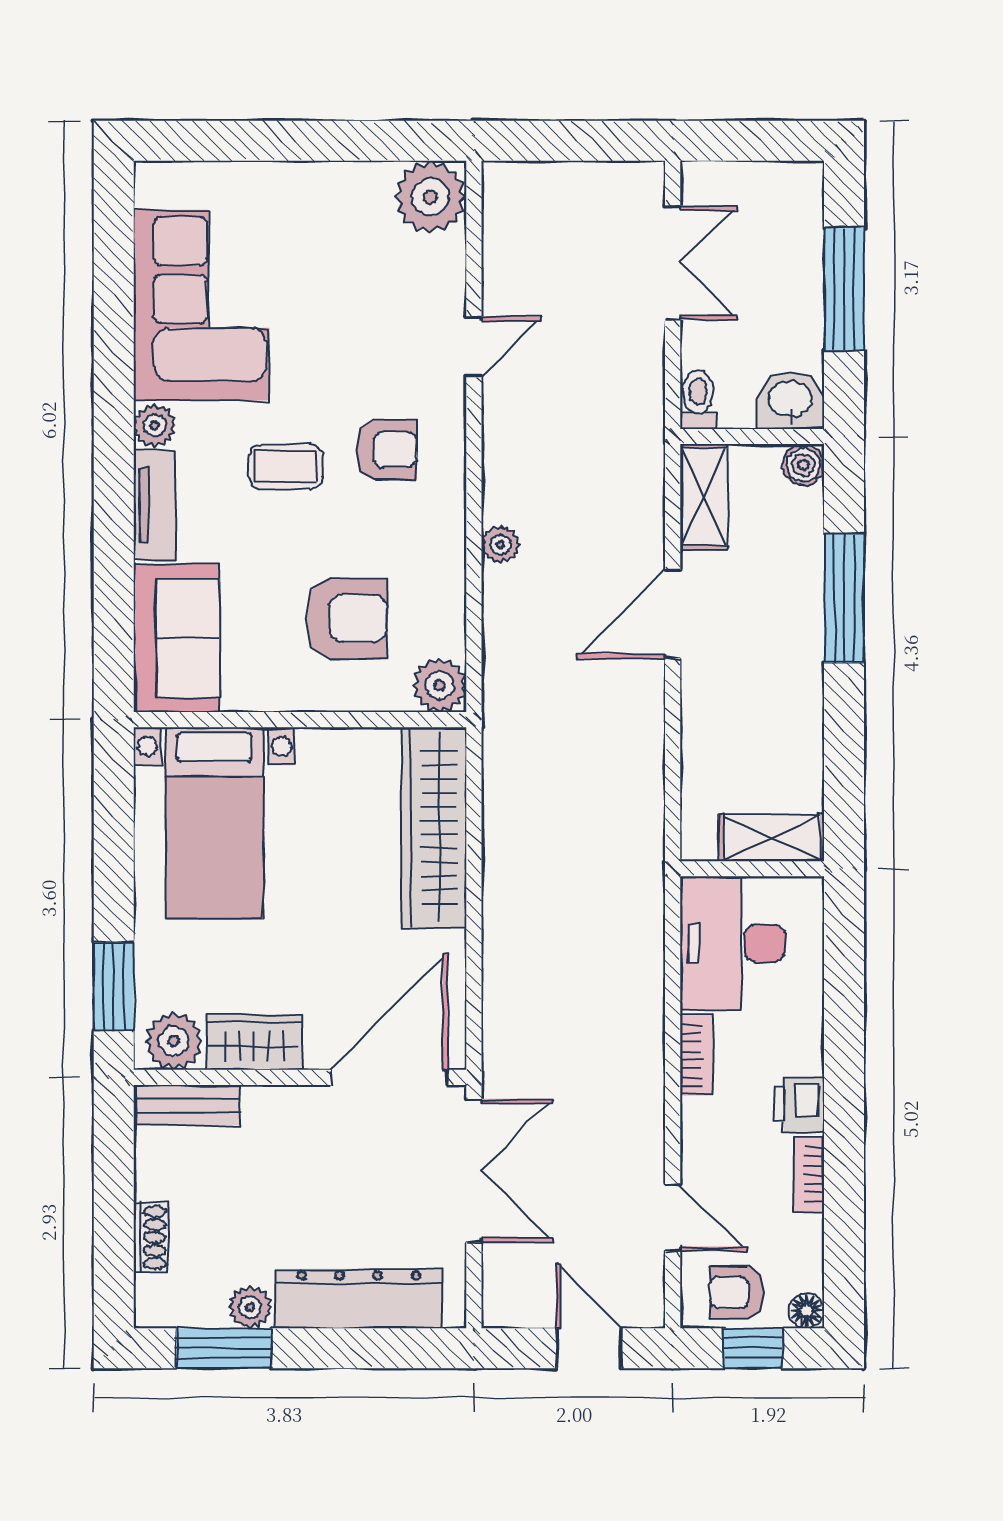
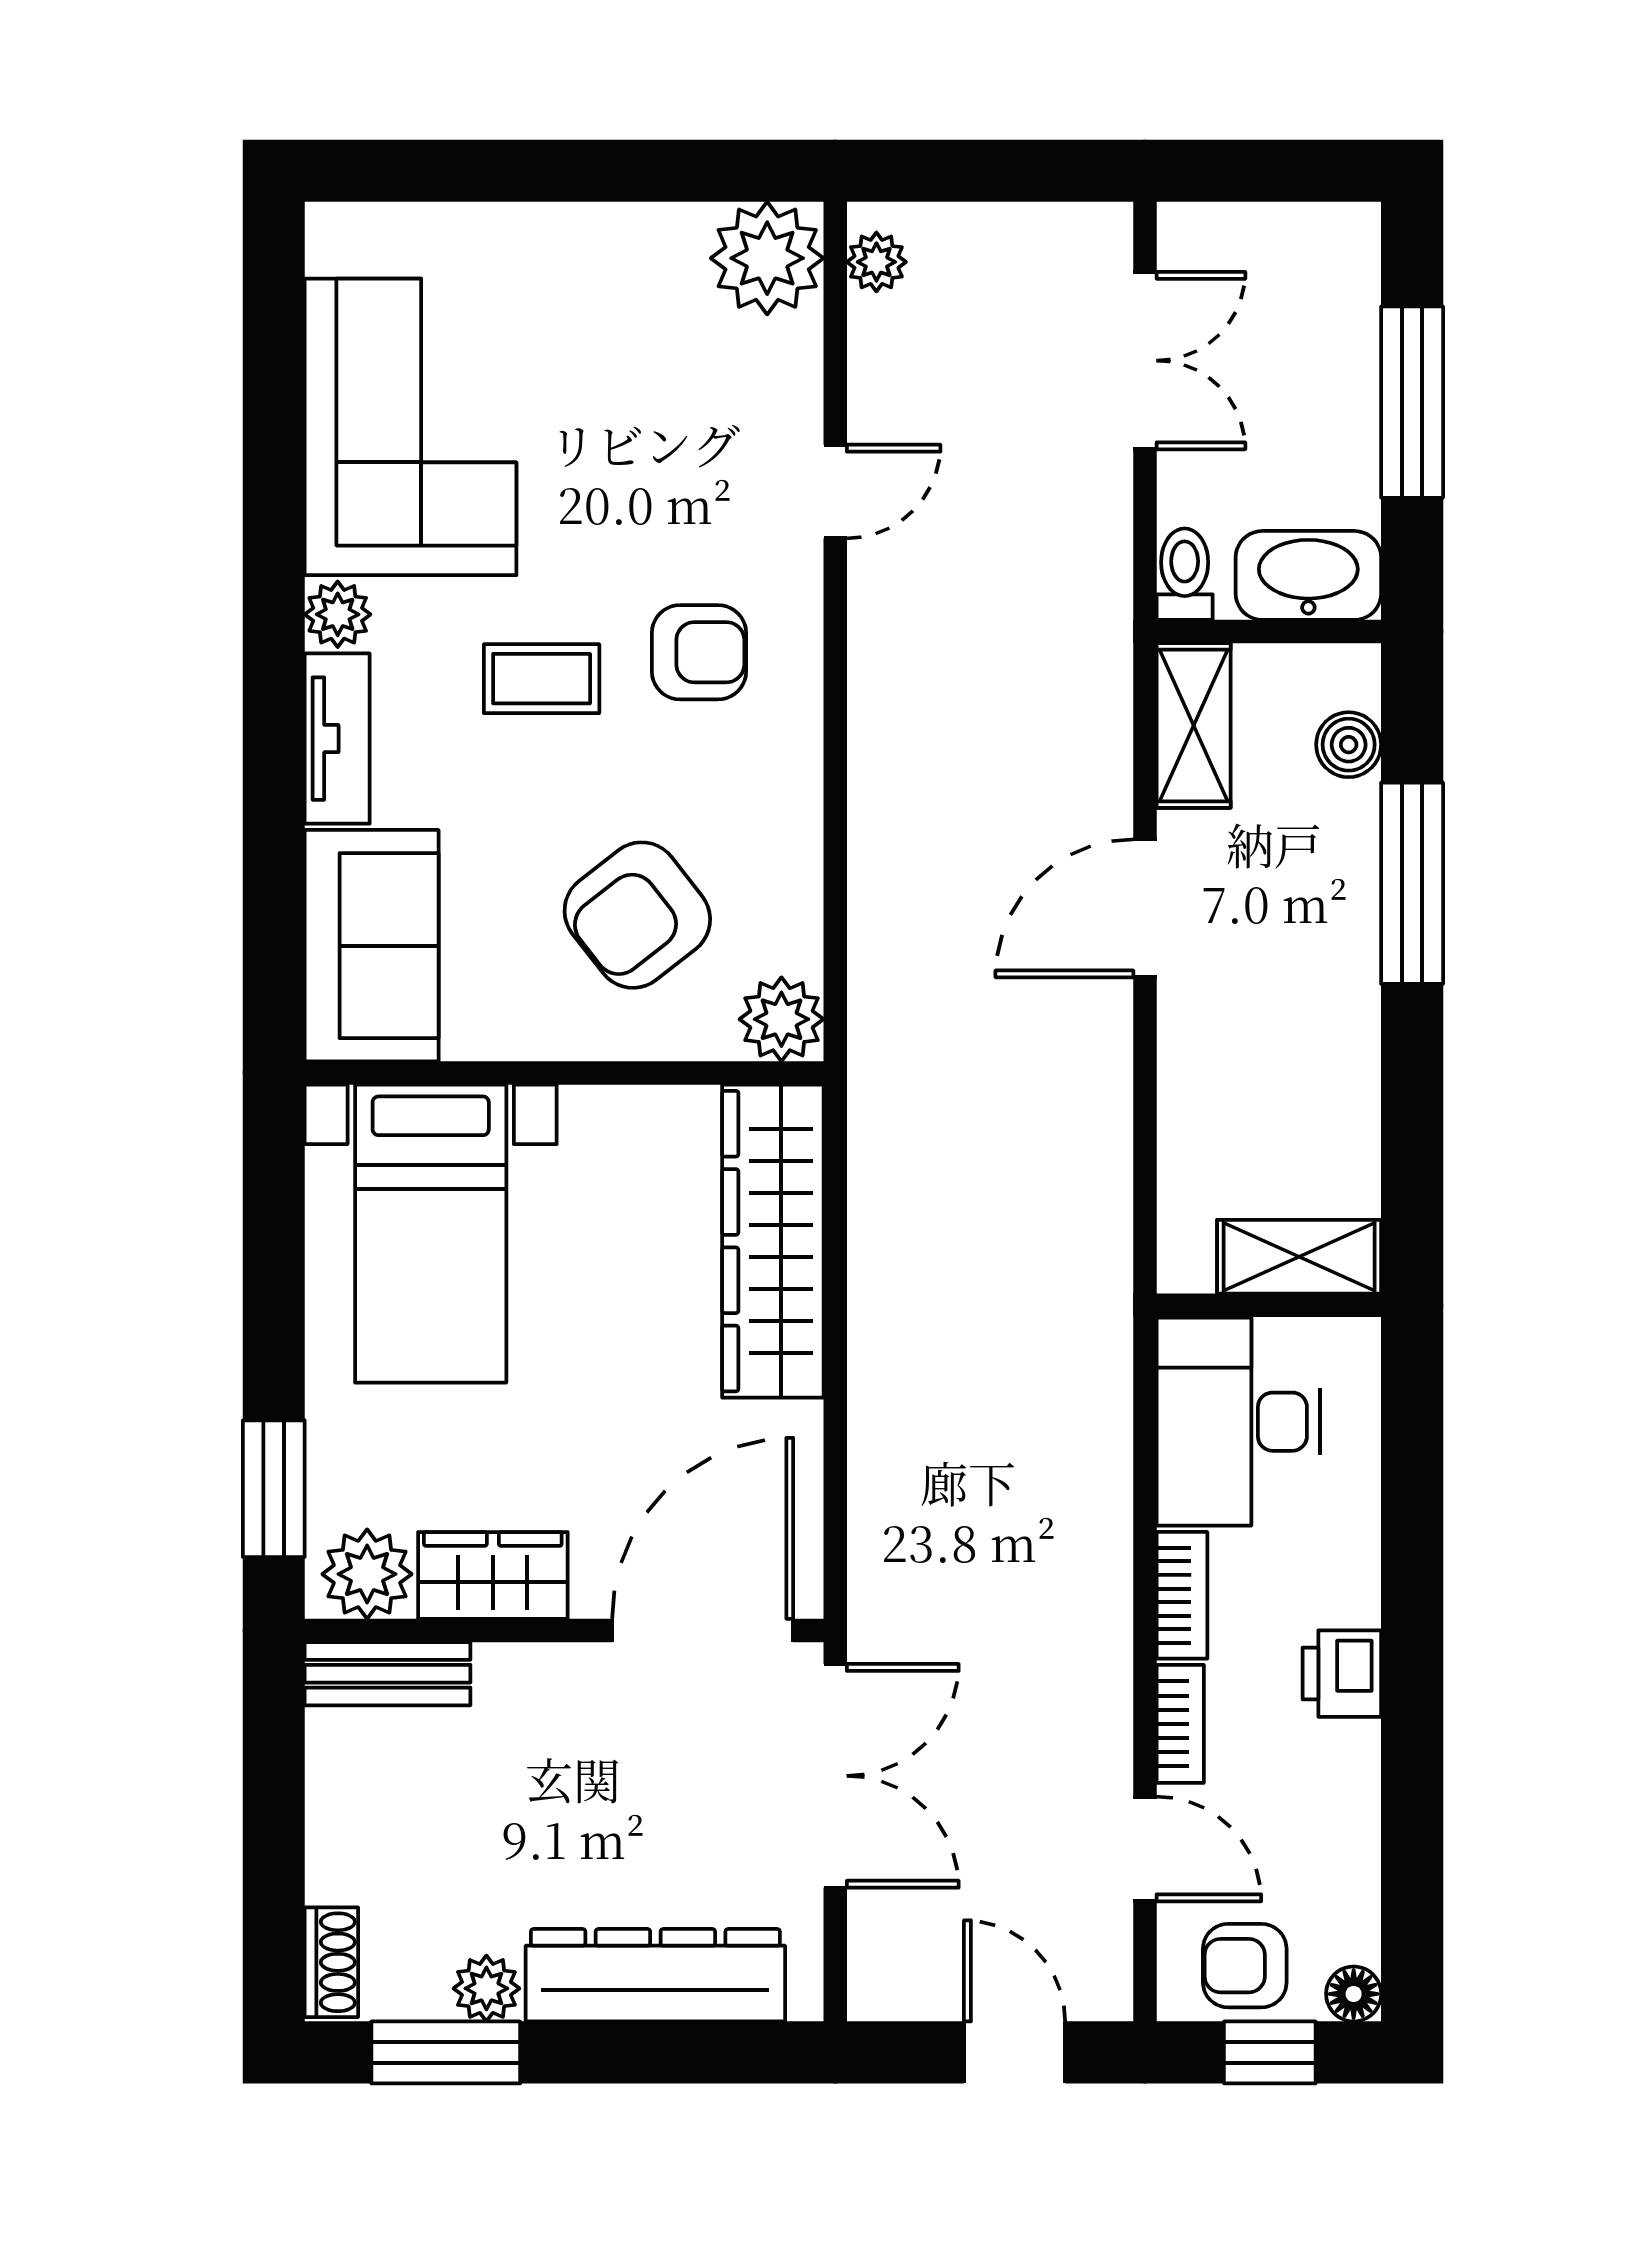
washbasin: (790, 400) -> (1308, 575), width x1.38
boiler: (803, 465) -> (1349, 745), moved
plant: (500, 544) -> (876, 262), moved
armchair: (347, 618) -> (637, 915), turned 142
bookcase: (809, 1175) -> (1180, 1724), moved, turned 180
shoe rack: (151, 1237) -> (331, 1962), moved

